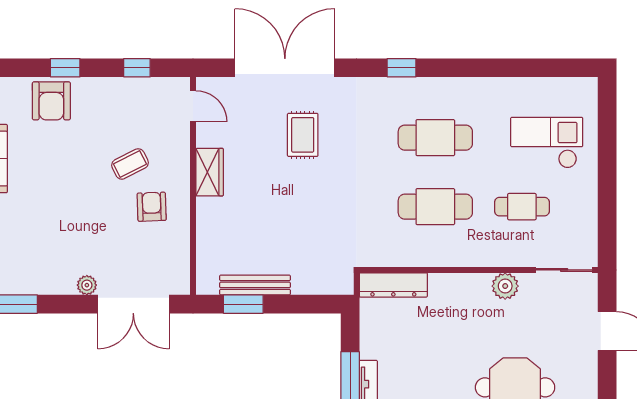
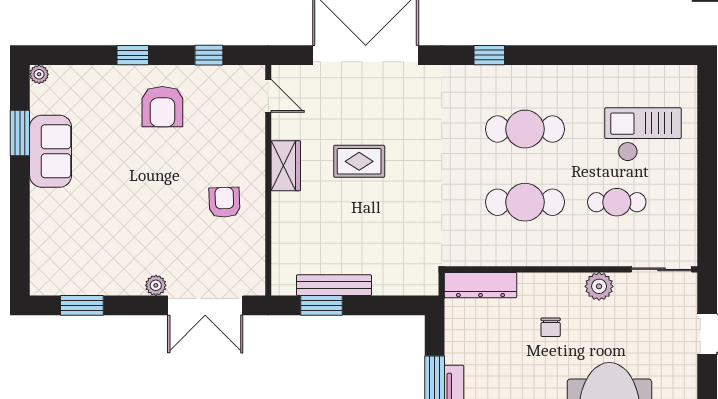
armchair: (51, 101) -> (162, 107), moved
rug: (303, 135) -> (359, 161), moved, turned 90
coffee table: (130, 164) -> (201, 157), removed
chair: (459, 325) -> (551, 327), added

